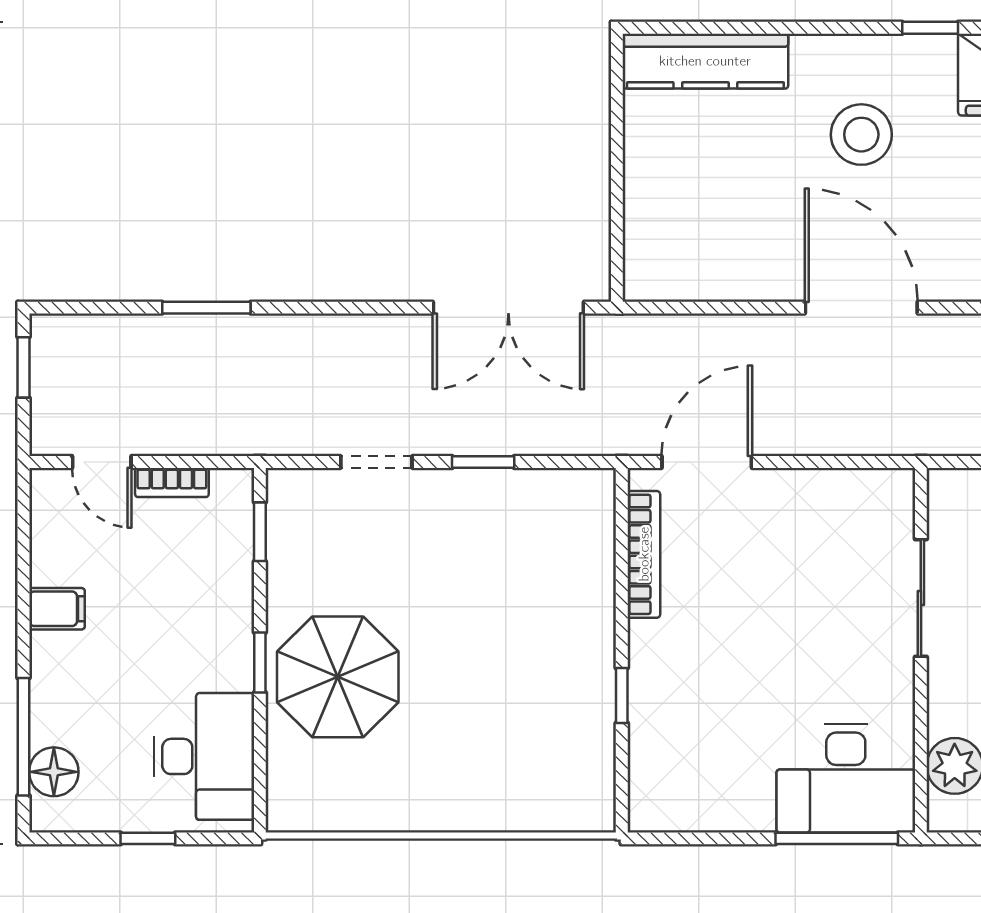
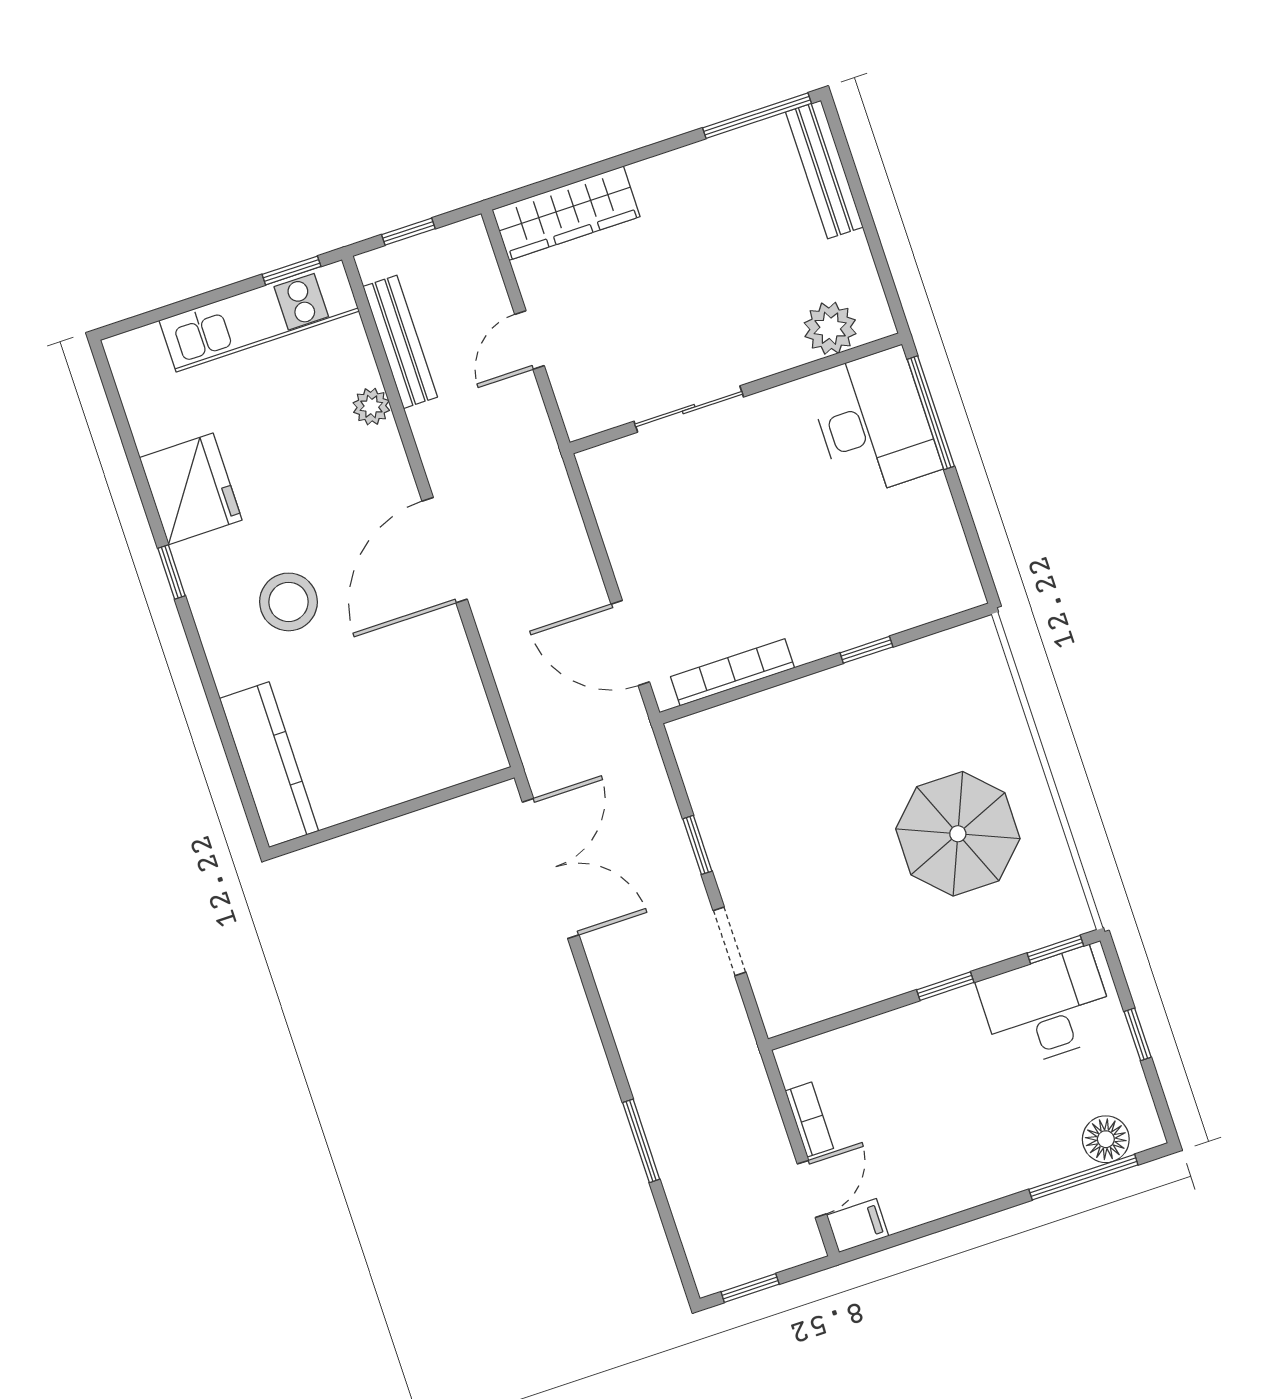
window: (260, 532) -> (1055, 949), moved
filing cabinet: (57, 609) -> (858, 1226), moved, turned 90
parasol: (338, 677) -> (958, 834), moved

